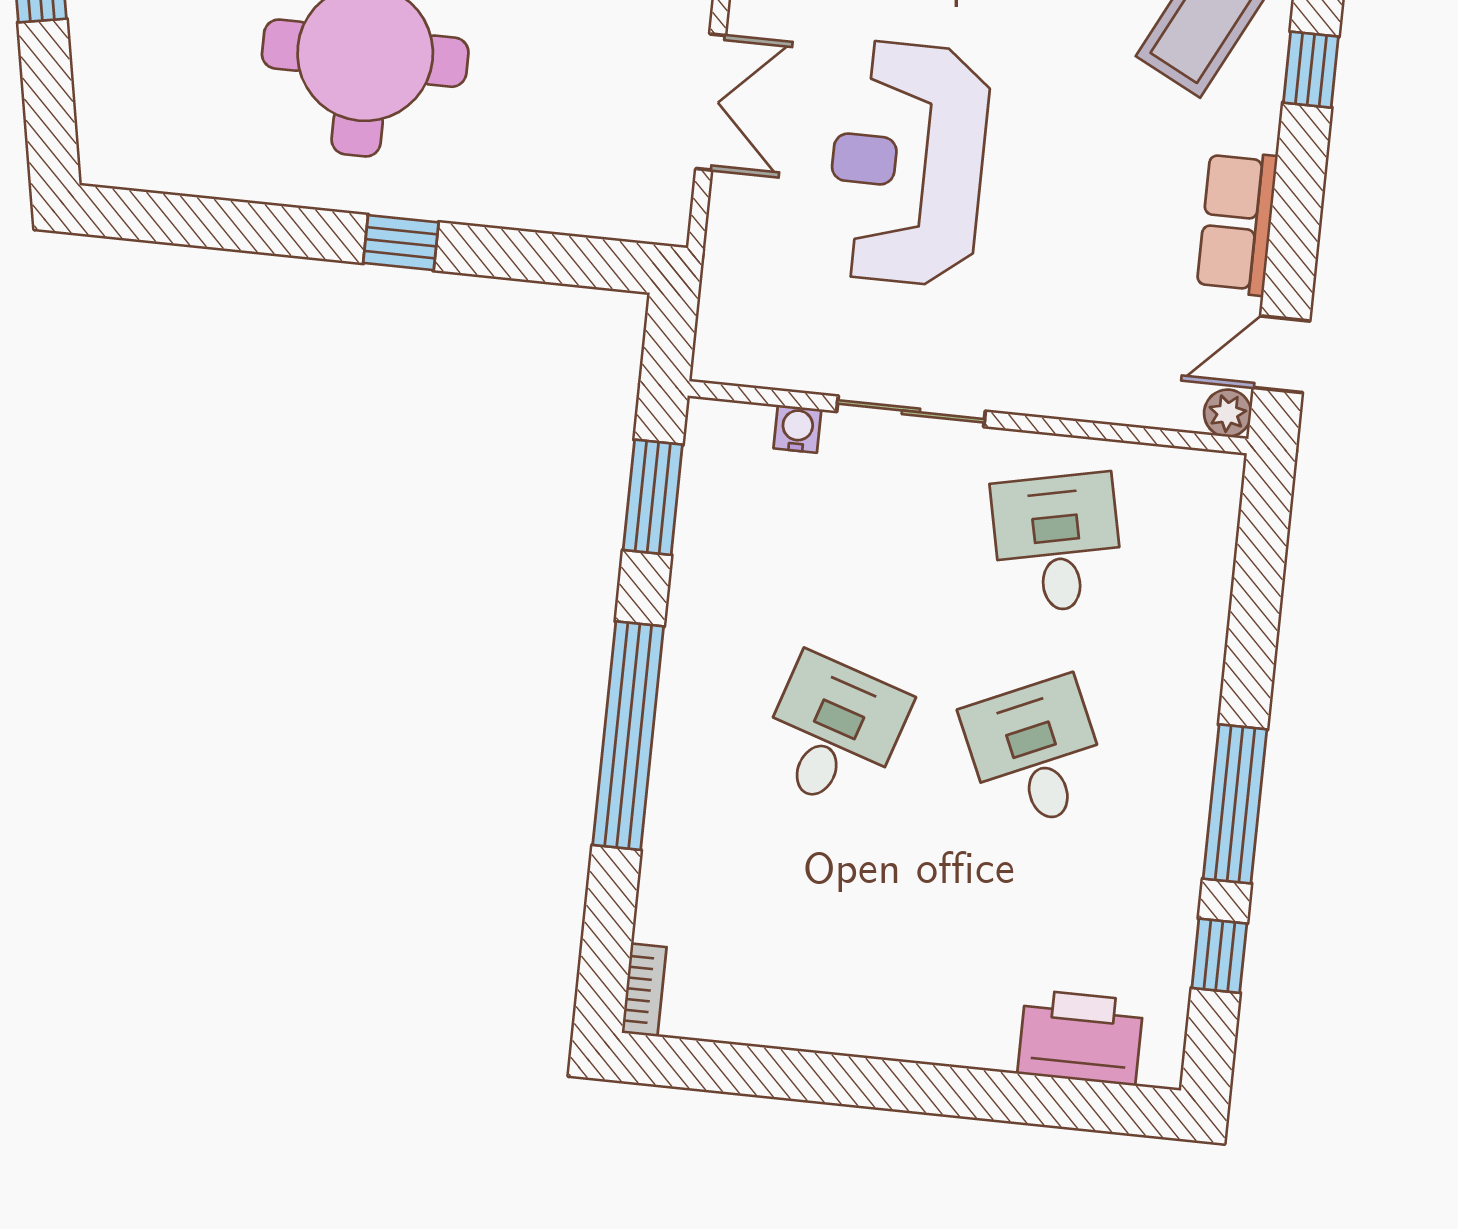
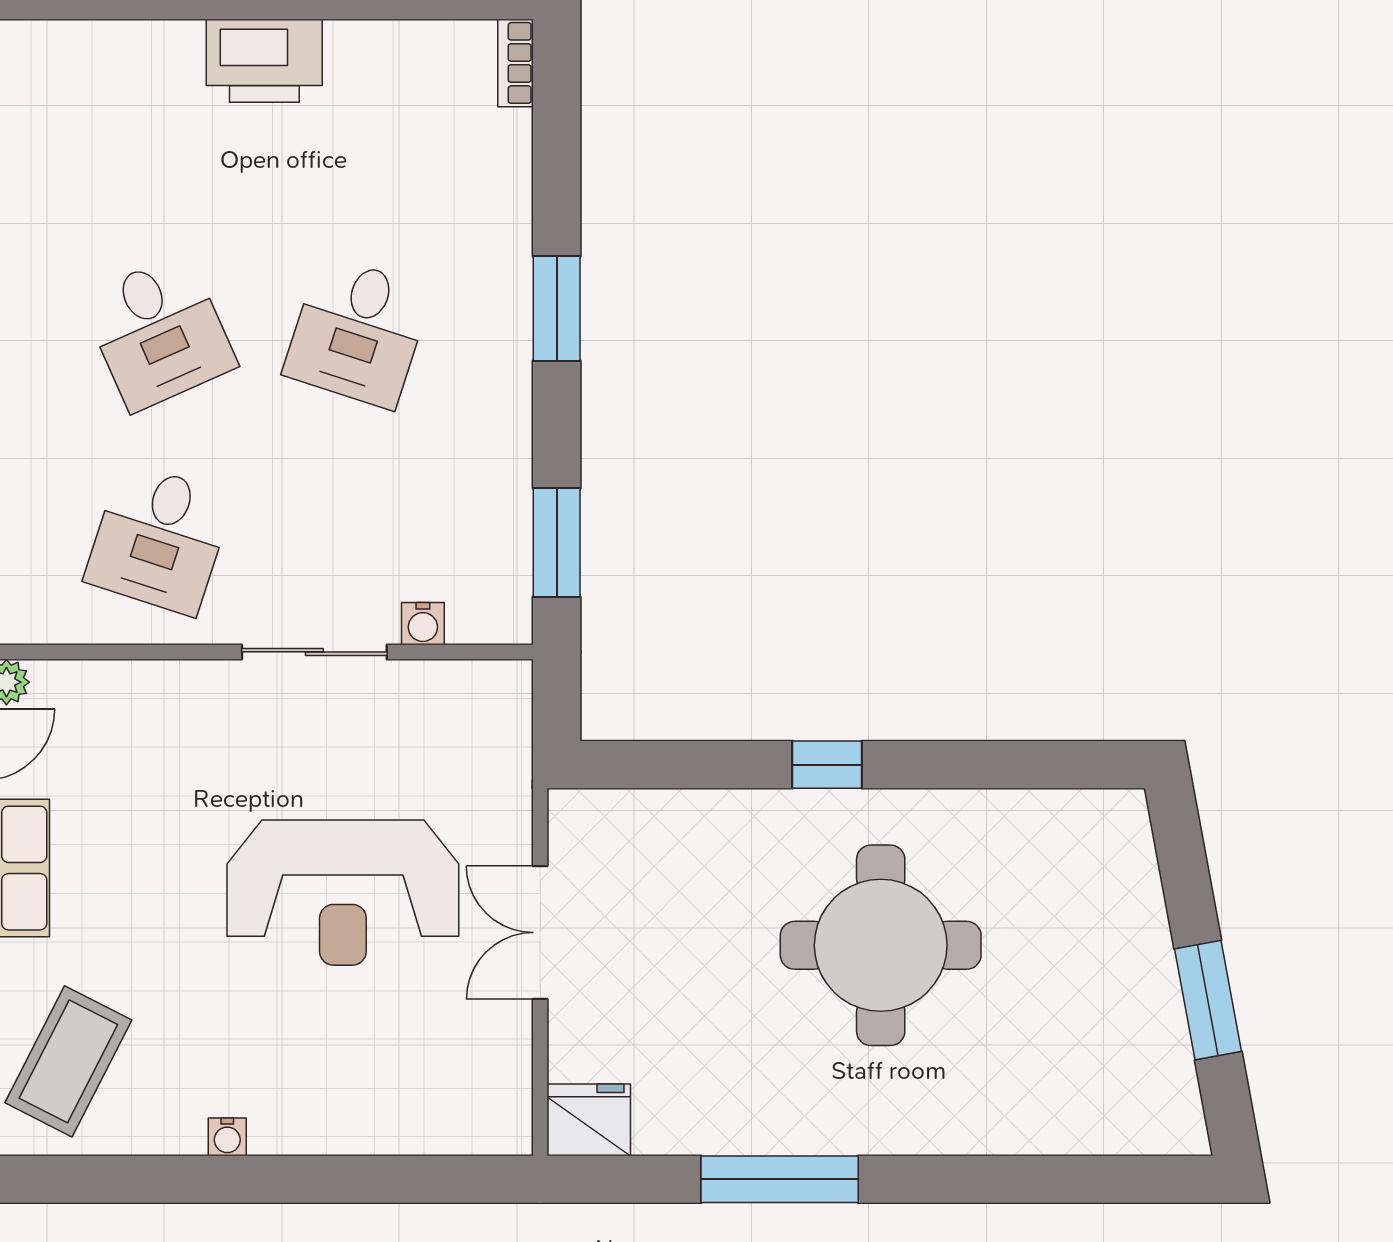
reception desk: (907, 163) -> (343, 893), turned 90
desk: (1057, 543) -> (159, 539), turned 30
window: (628, 736) -> (557, 308), width x0.47
printer: (1081, 1037) -> (264, 61), moved

